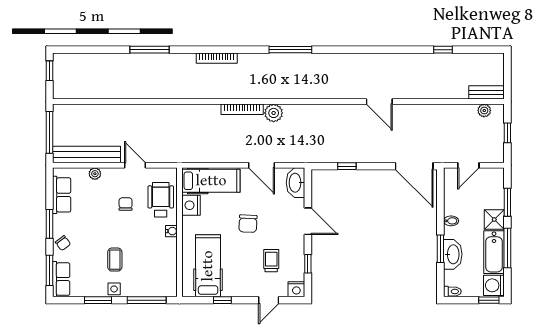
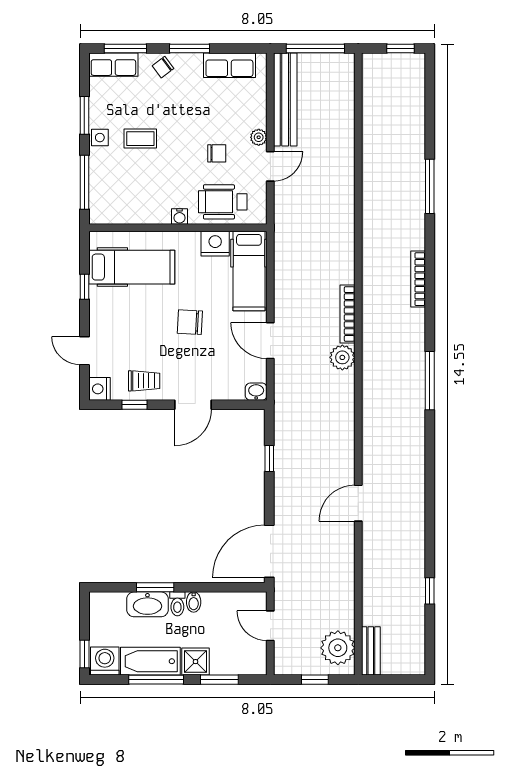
plant: (484, 110) -> (338, 648), width x1.88, depth x1.88
door: (261, 165) -> (270, 341), hinge flipped
plant: (95, 174) -> (259, 137), moved
washbasin: (296, 183) -> (256, 392), width x0.52, depth x0.69
wheelchair: (161, 200) -> (223, 202), turned 180
trolley: (271, 261) -> (144, 381), moved
toilet: (452, 291) -> (177, 604), moved

